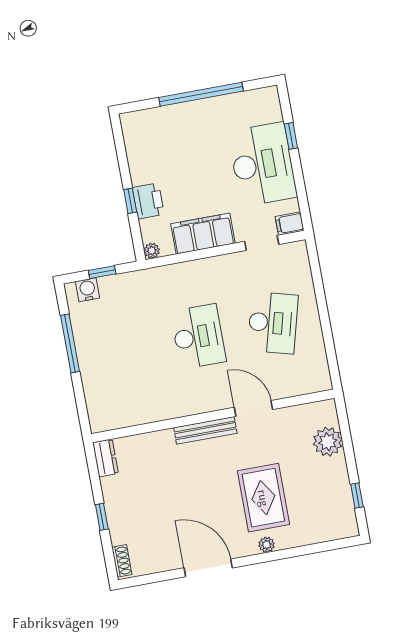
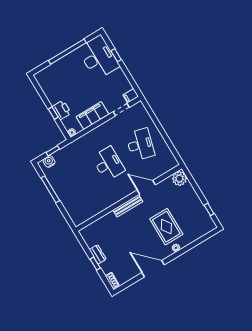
desk: (262, 164) -> (98, 58), moved
plant: (328, 442) -> (179, 178), moved
dresser: (105, 458) -> (98, 254), moved

